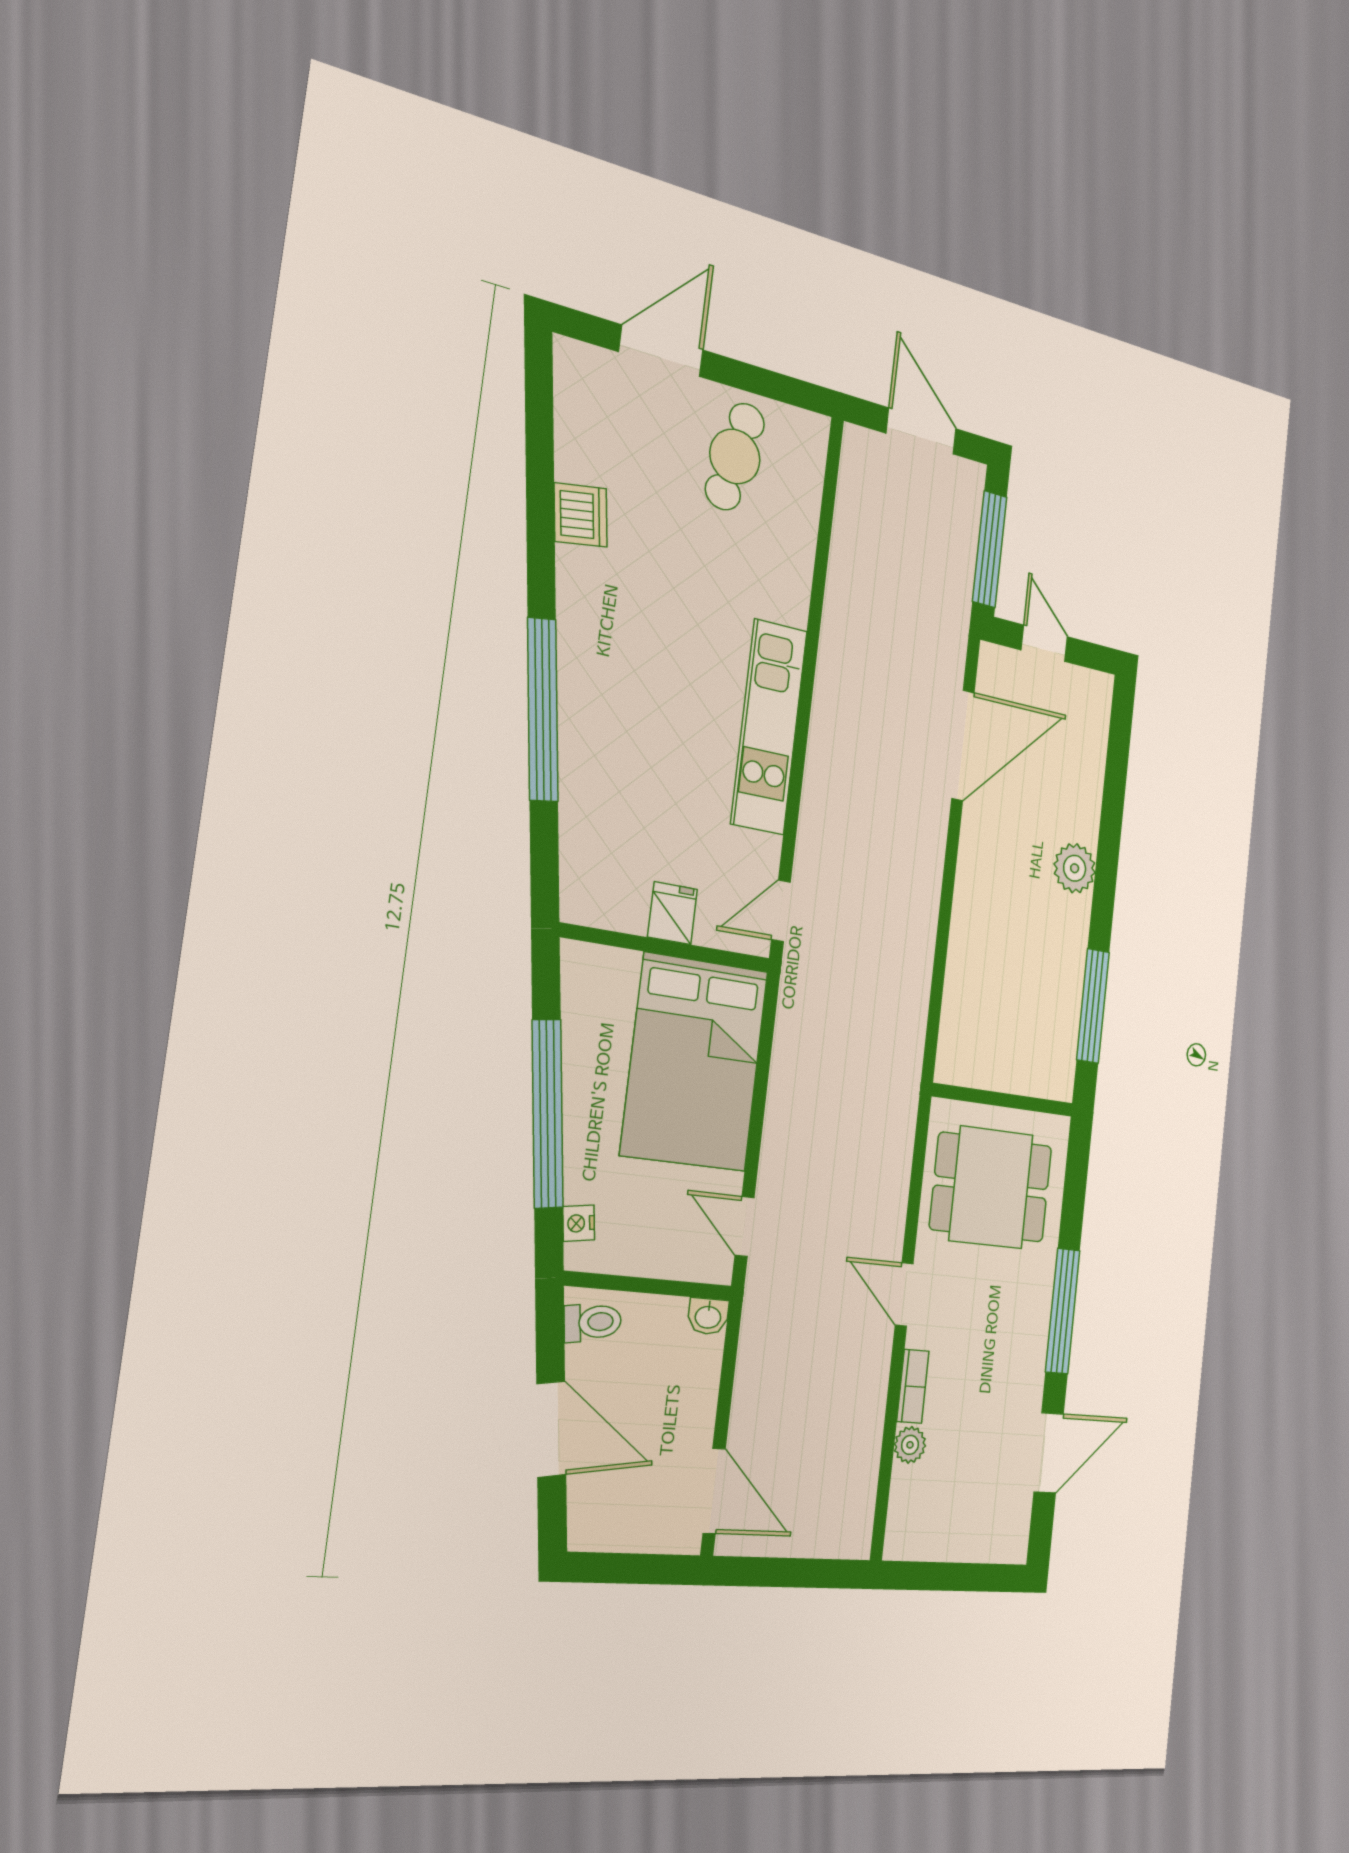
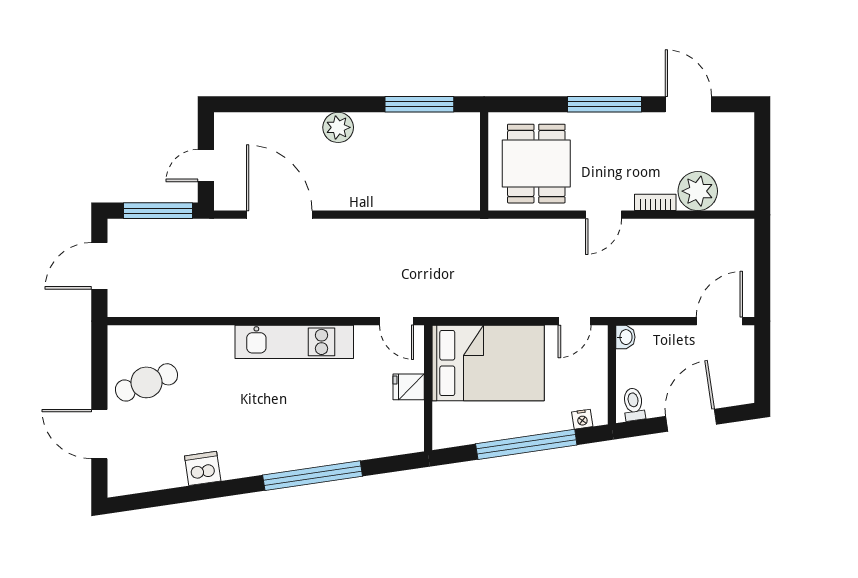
cafe table: (735, 456) -> (146, 382), turned -33
plant: (910, 1445) -> (698, 191), width x1.88, depth x1.88

